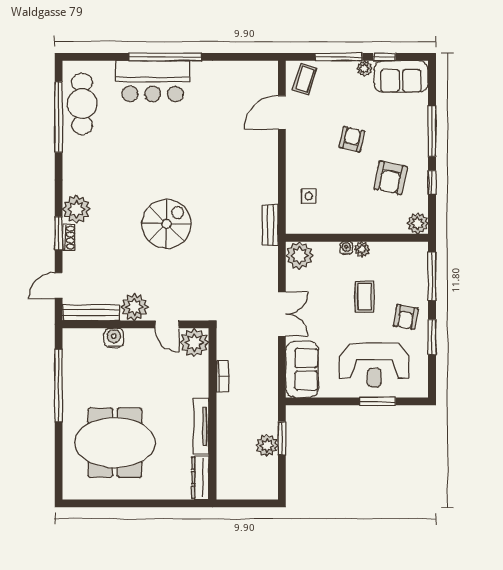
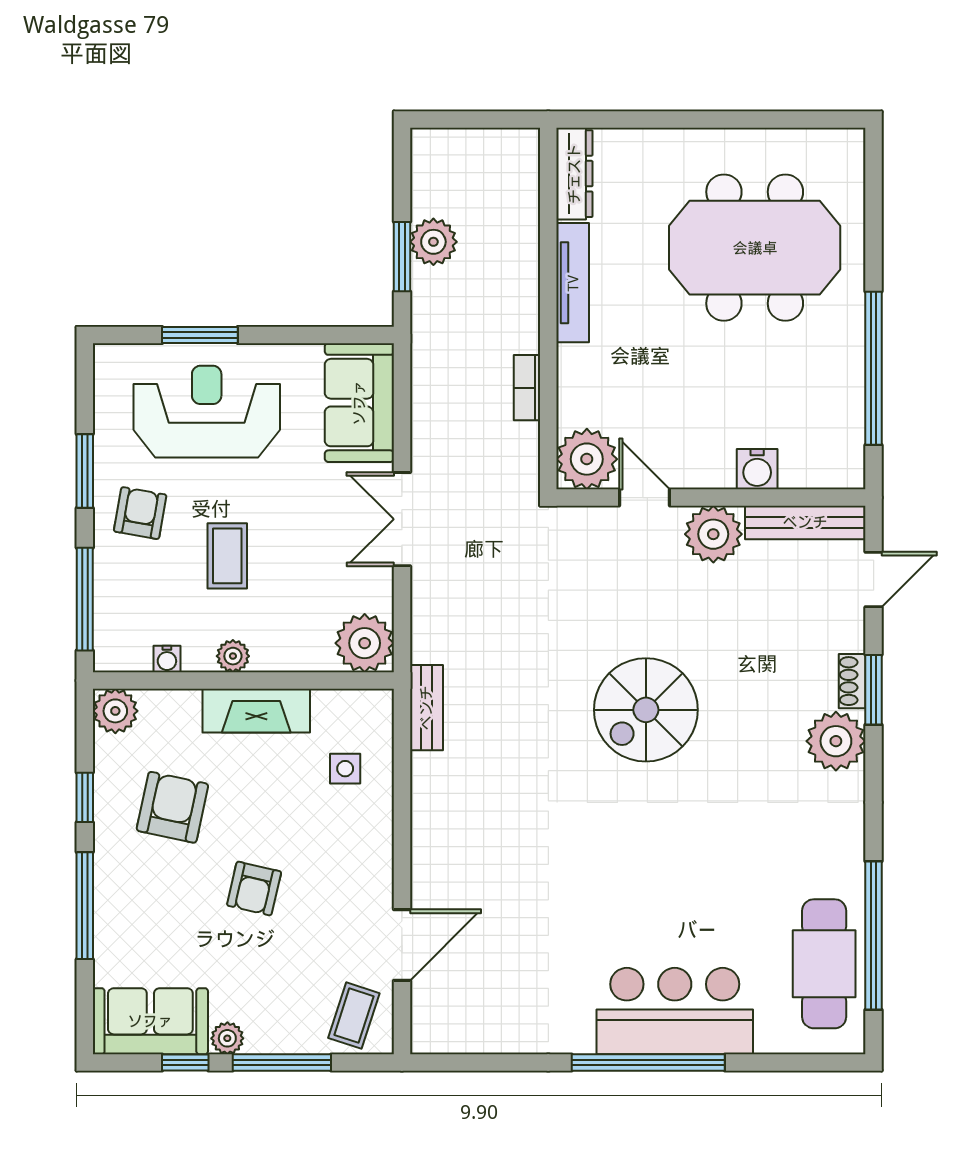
fireplace: (351, 223) -> (256, 711), added
water cooler: (346, 248) -> (167, 659), moved

